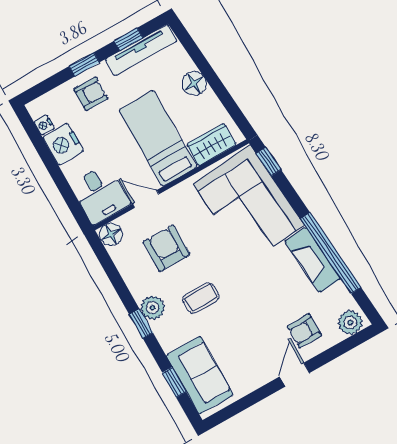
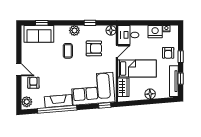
window: (141, 324) -> (90, 23), moved

